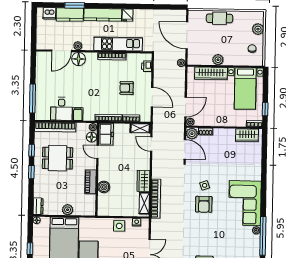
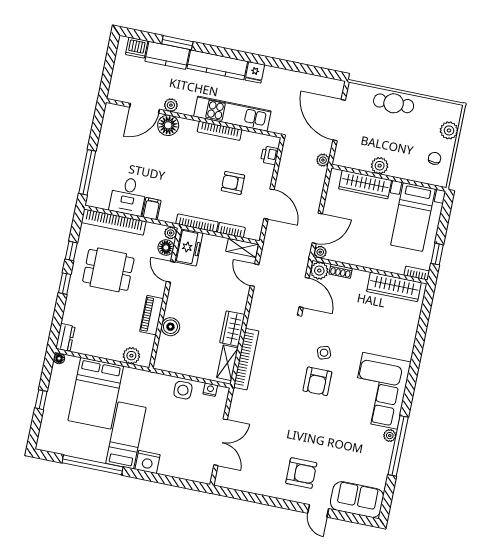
wardrobe: (247, 135) -> (394, 287), width x1.50
plant: (68, 210) -> (131, 356), moved

